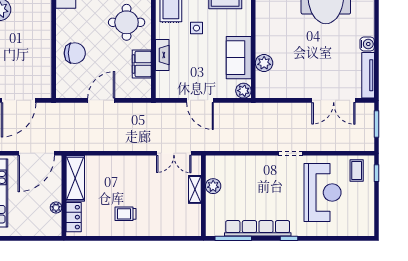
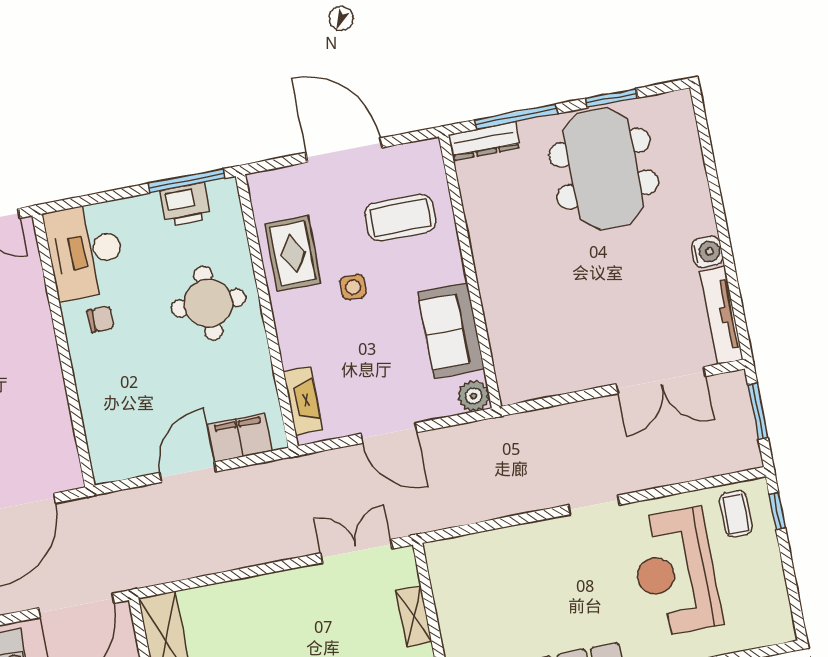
chair: (75, 53) -> (101, 319), moved, width x0.54, depth x0.54
fireplace: (162, 55) -> (303, 401), moved
plant: (264, 63) -> (505, 331), removed
filing cabinet: (142, 64) -> (240, 438), moved, turned 90
double door: (174, 153) -> (357, 551), swing flipped
plant: (213, 186) -> (450, 602), removed
reception desk: (323, 193) -> (675, 572), turned 180

